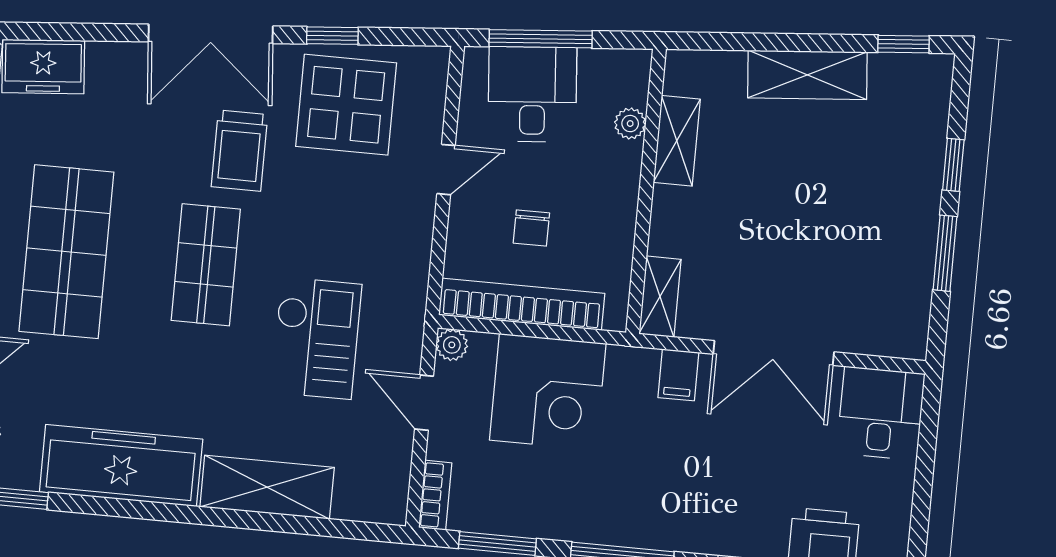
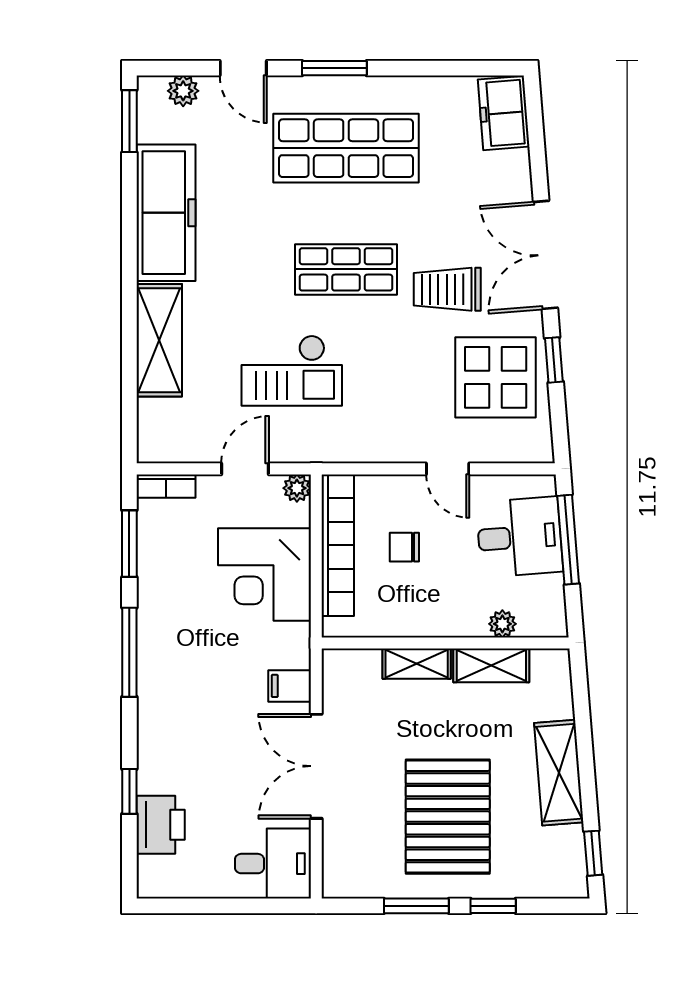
pallet: (846, 207) -> (448, 817), added
shelving: (660, 297) -> (417, 664), moved

